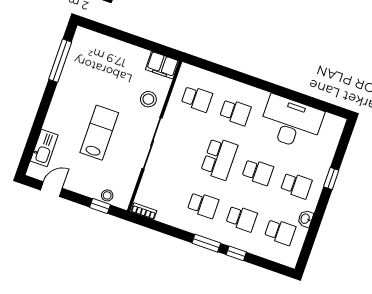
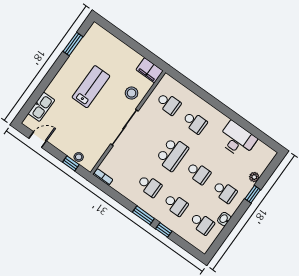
window: (60, 61) -> (73, 44), width x0.69
desk: (291, 123) -> (237, 140), width x0.73, depth x0.77
lab bench: (99, 133) -> (91, 87), moved
plant: (327, 157) -> (254, 177), added

